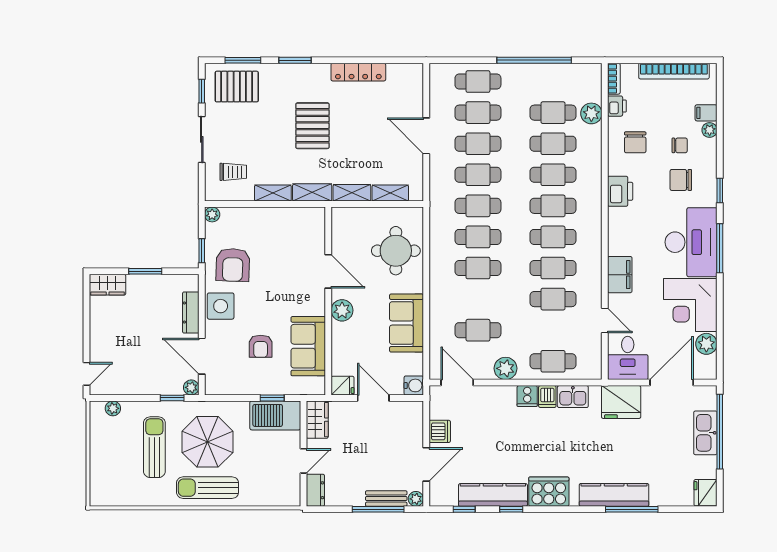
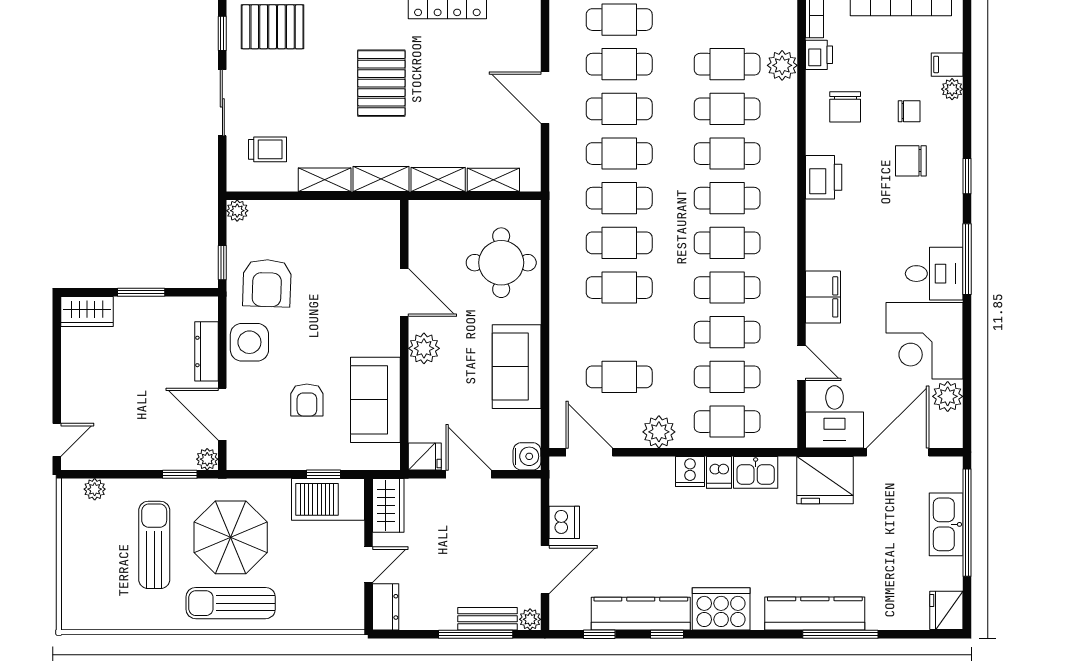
desk: (691, 242) -> (934, 274), width x0.53, depth x0.77
cafe table: (553, 330) -> (727, 377), added

